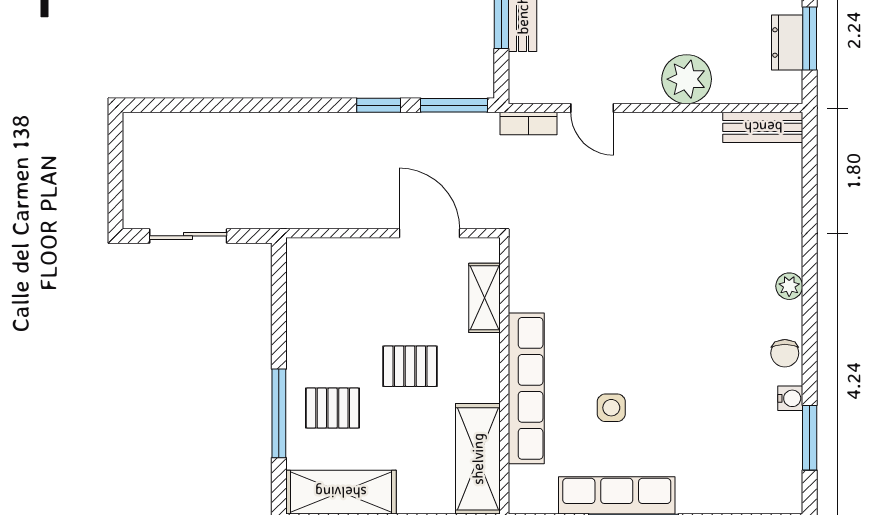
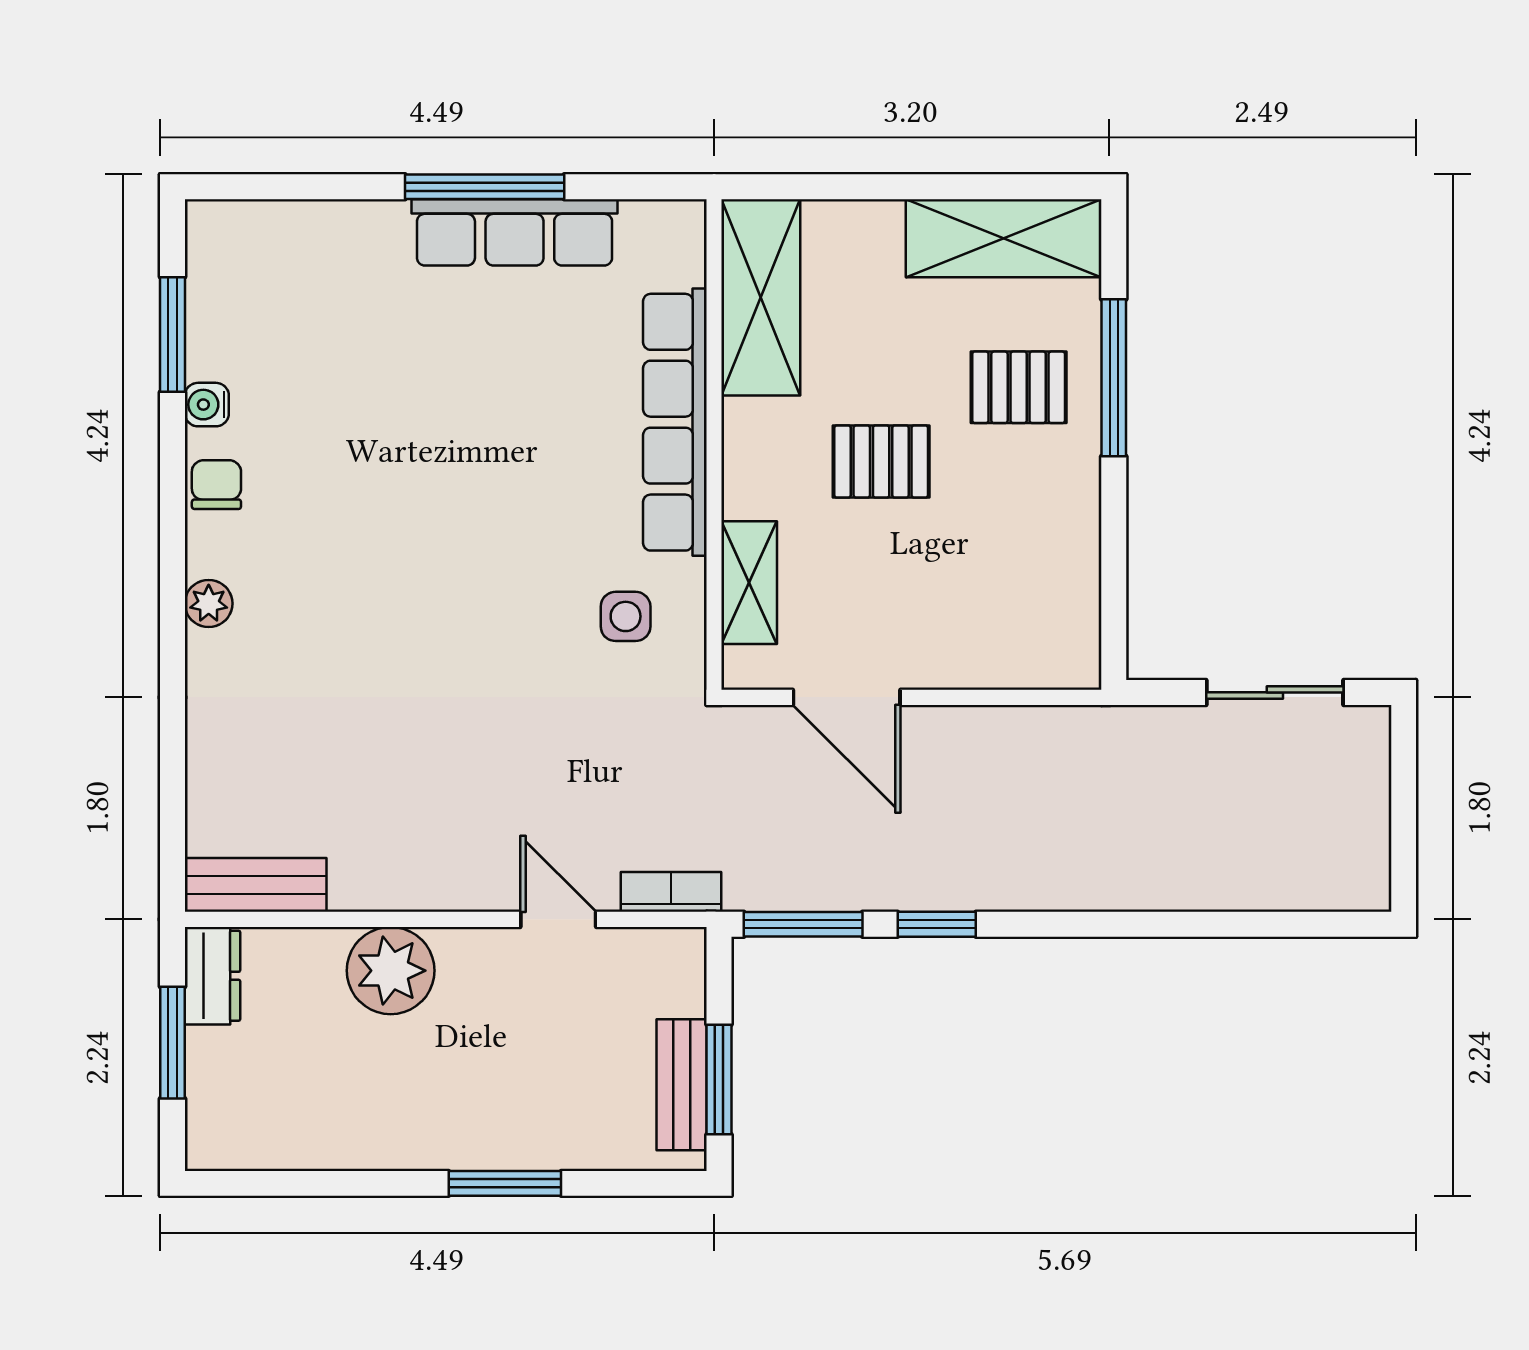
dresser: (787, 43) -> (212, 976), moved
side table: (611, 408) -> (626, 616), moved

